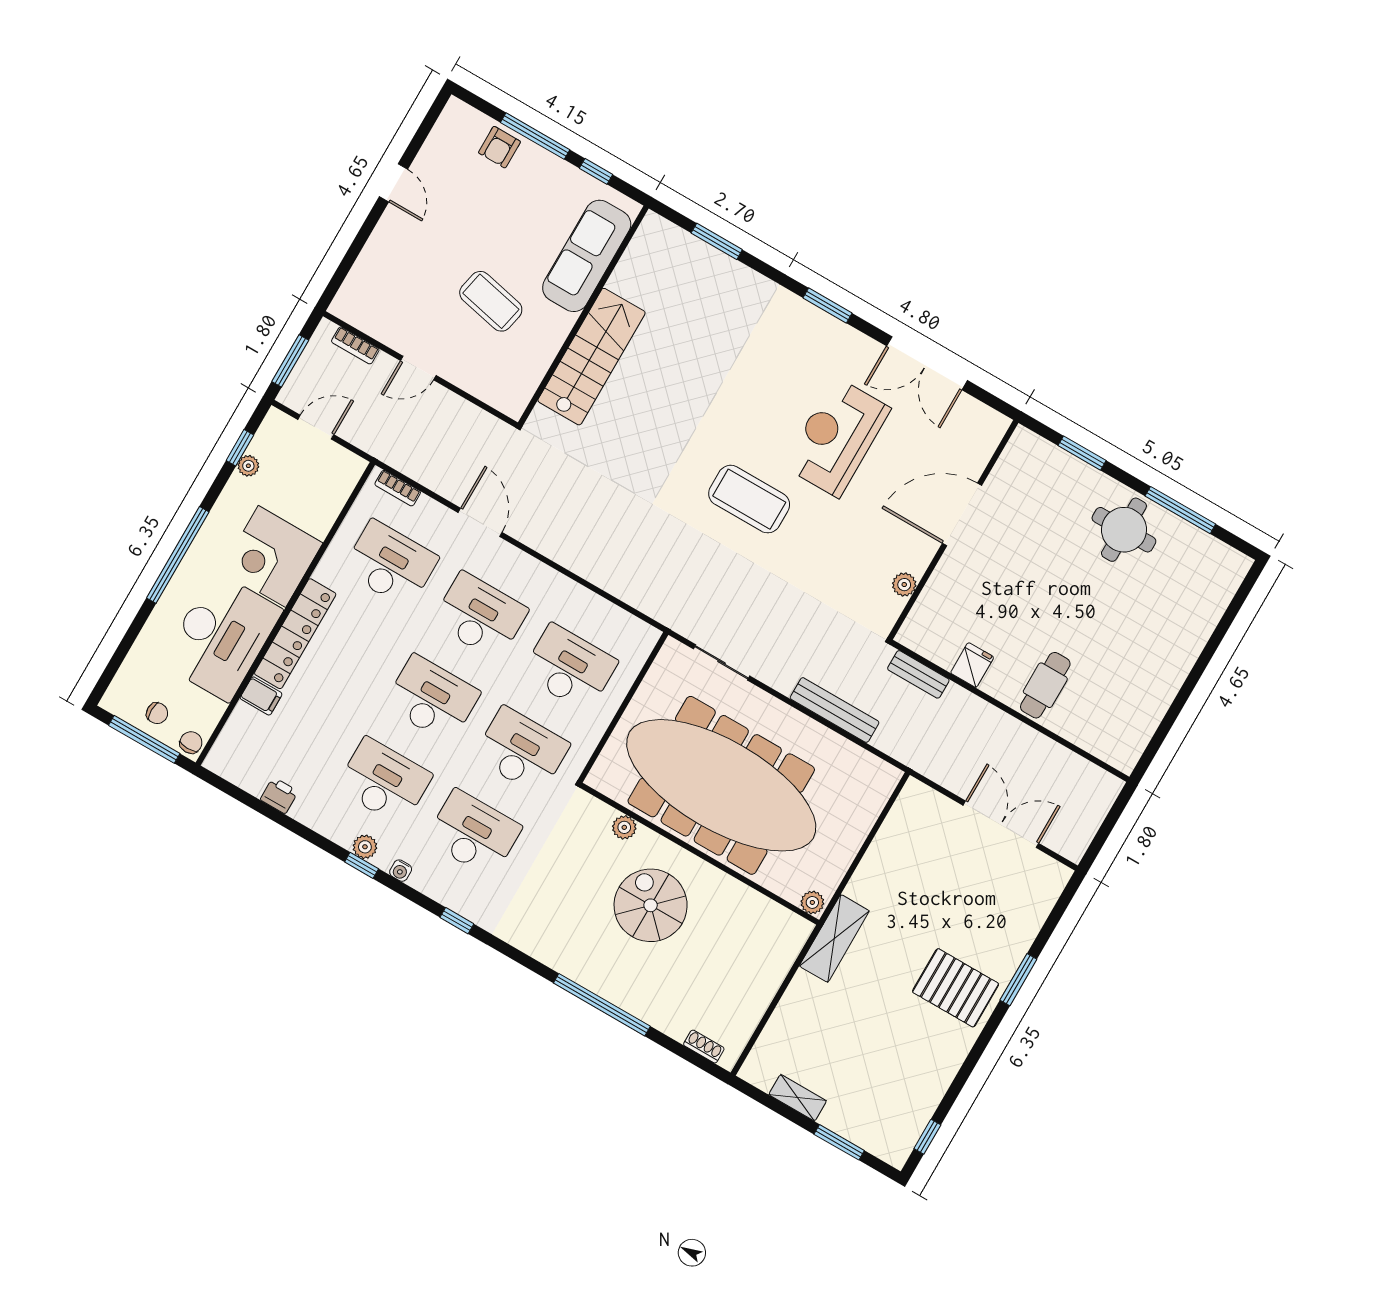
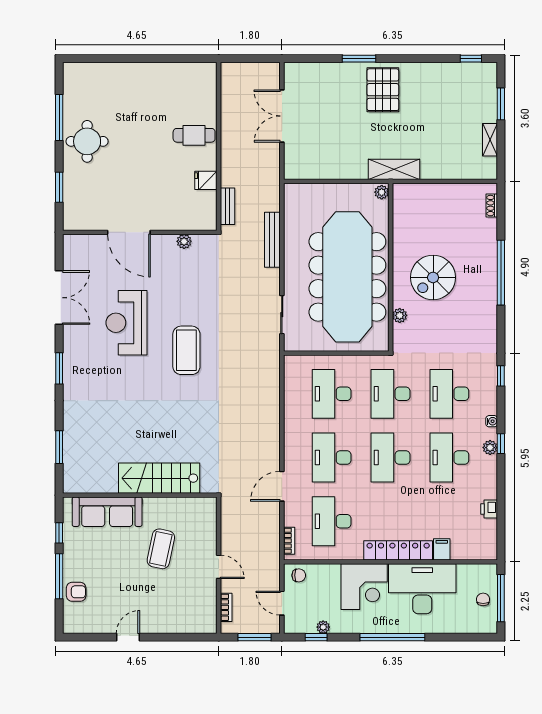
reception desk: (837, 437) -> (126, 323), turned 90
chair: (191, 742) -> (299, 575), moved, turned 180

